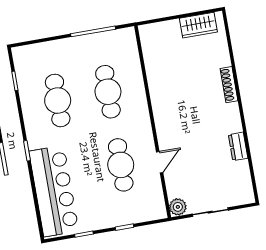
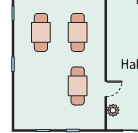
bar counter: (54, 191) -> (27, 96), removed
plant: (178, 207) -> (113, 110), moved

